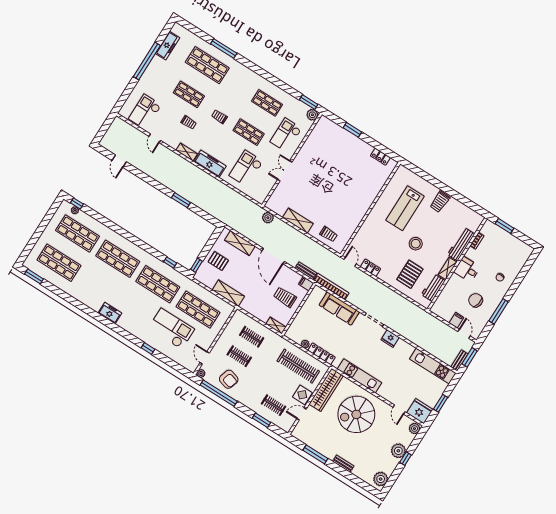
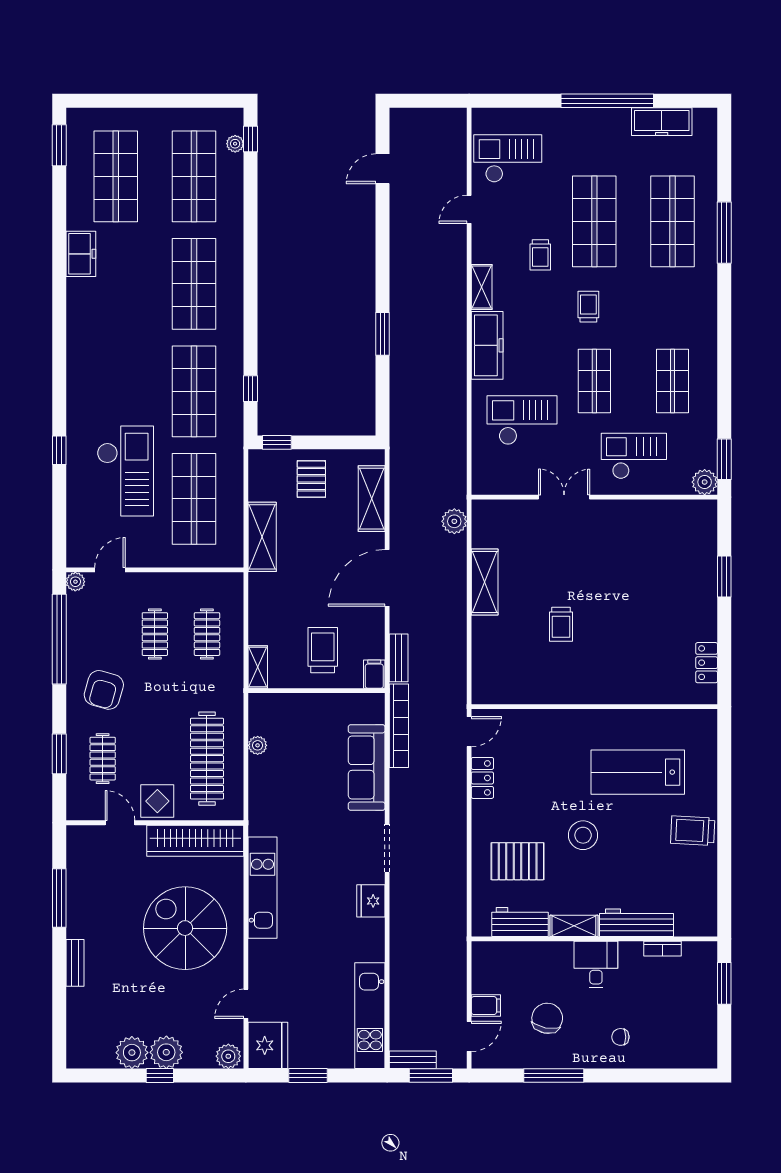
shop shelf: (189, 94) -> (594, 221), width x1.43, depth x1.36
trolley: (329, 234) -> (561, 624), moved
freezer: (110, 313) -> (81, 254), moved
locker: (322, 354) -> (259, 788), removed
armchair: (229, 379) -> (104, 690), moved
plant: (381, 479) -> (132, 1053), moved

